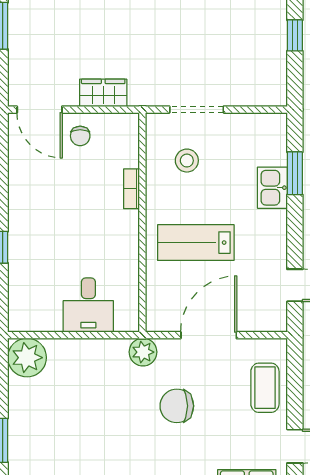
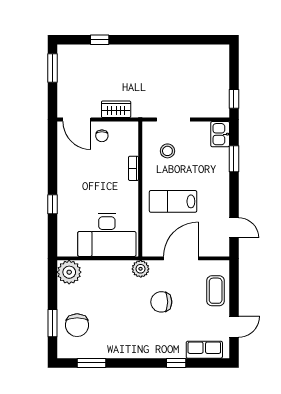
window: (295, 35) -> (234, 99), moved
kitchen sink: (272, 188) -> (220, 134), moved
desk: (88, 305) -> (107, 235), width x1.87, depth x1.30
chair: (40, 444) -> (77, 325), added

